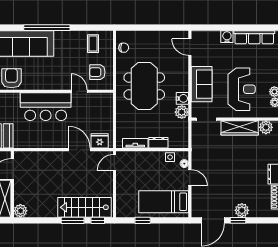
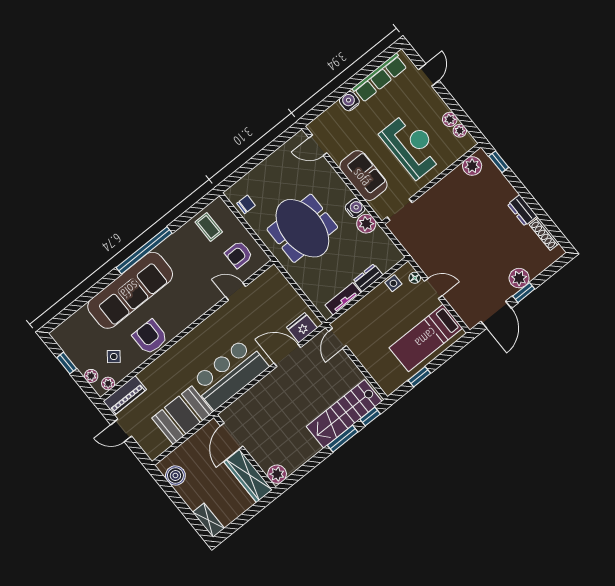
bar counter: (46, 107) -> (230, 374), moved, turned 180
wardrobe: (240, 128) -> (444, 190), removed

